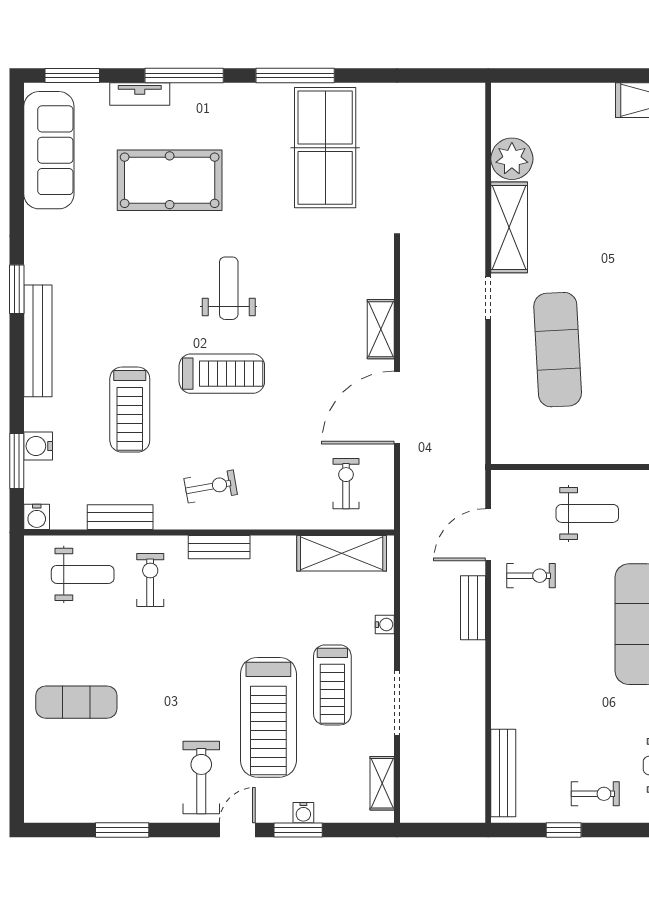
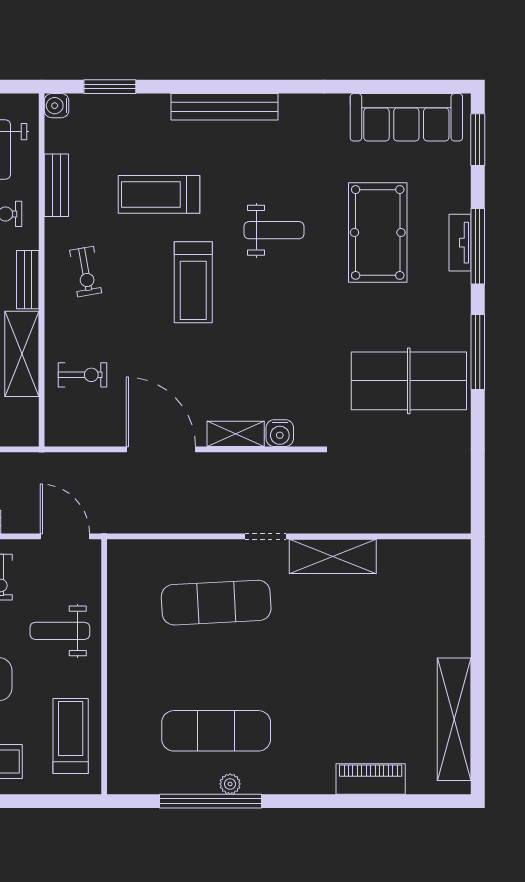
tv unit: (140, 94) -> (460, 243), moved
plant: (512, 159) -> (398, 559), removed
weight bench: (229, 288) -> (274, 230), moved
window: (17, 289) -> (274, 87), removed
water cooler: (38, 446) -> (280, 433), moved, turned 180
exercise bike: (346, 484) -> (83, 375), moved
weight bench: (587, 513) -> (60, 631), turned 90
door: (488, 535) -> (65, 536), moved
shelving: (342, 553) -> (22, 354), moved

